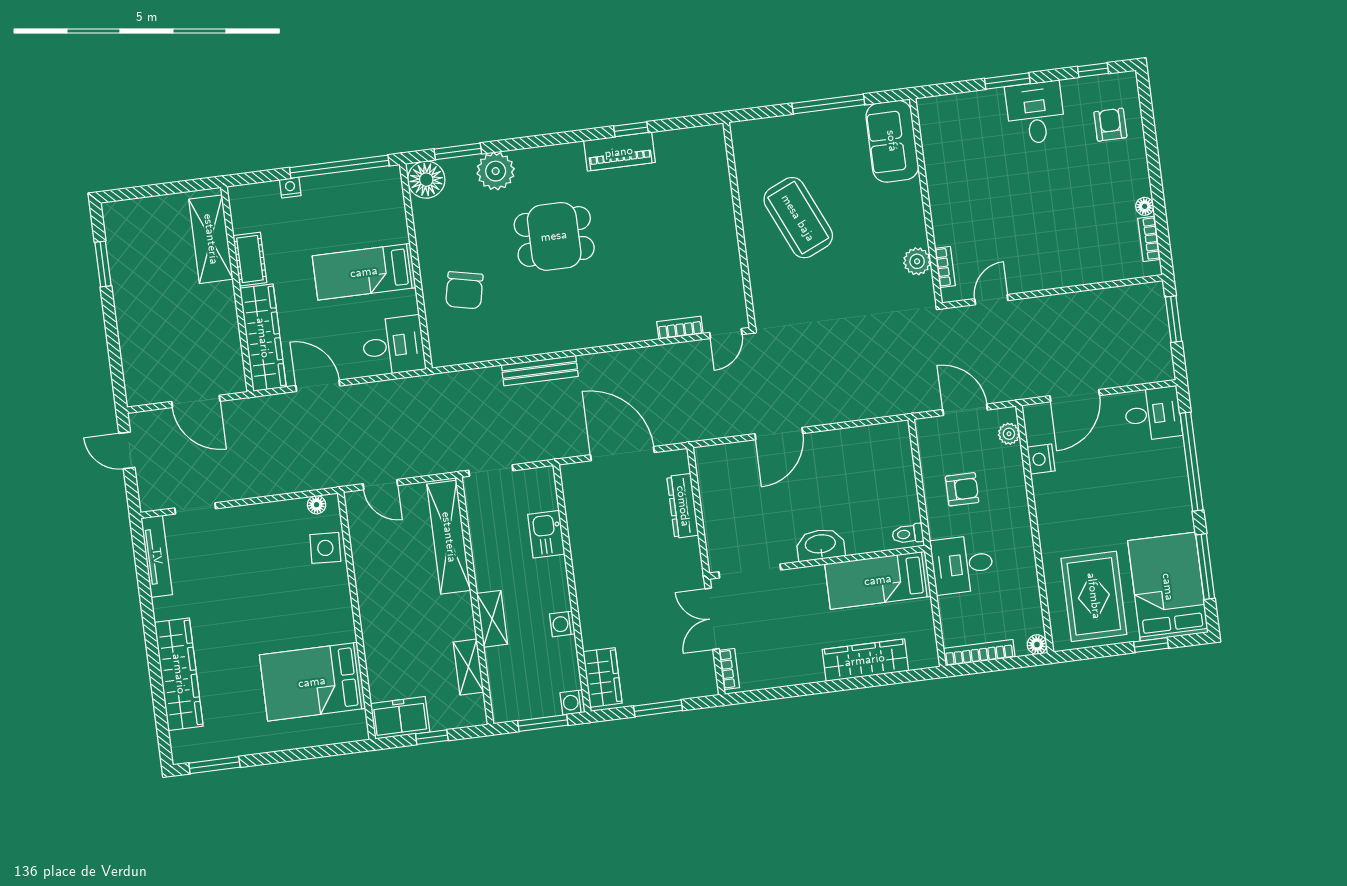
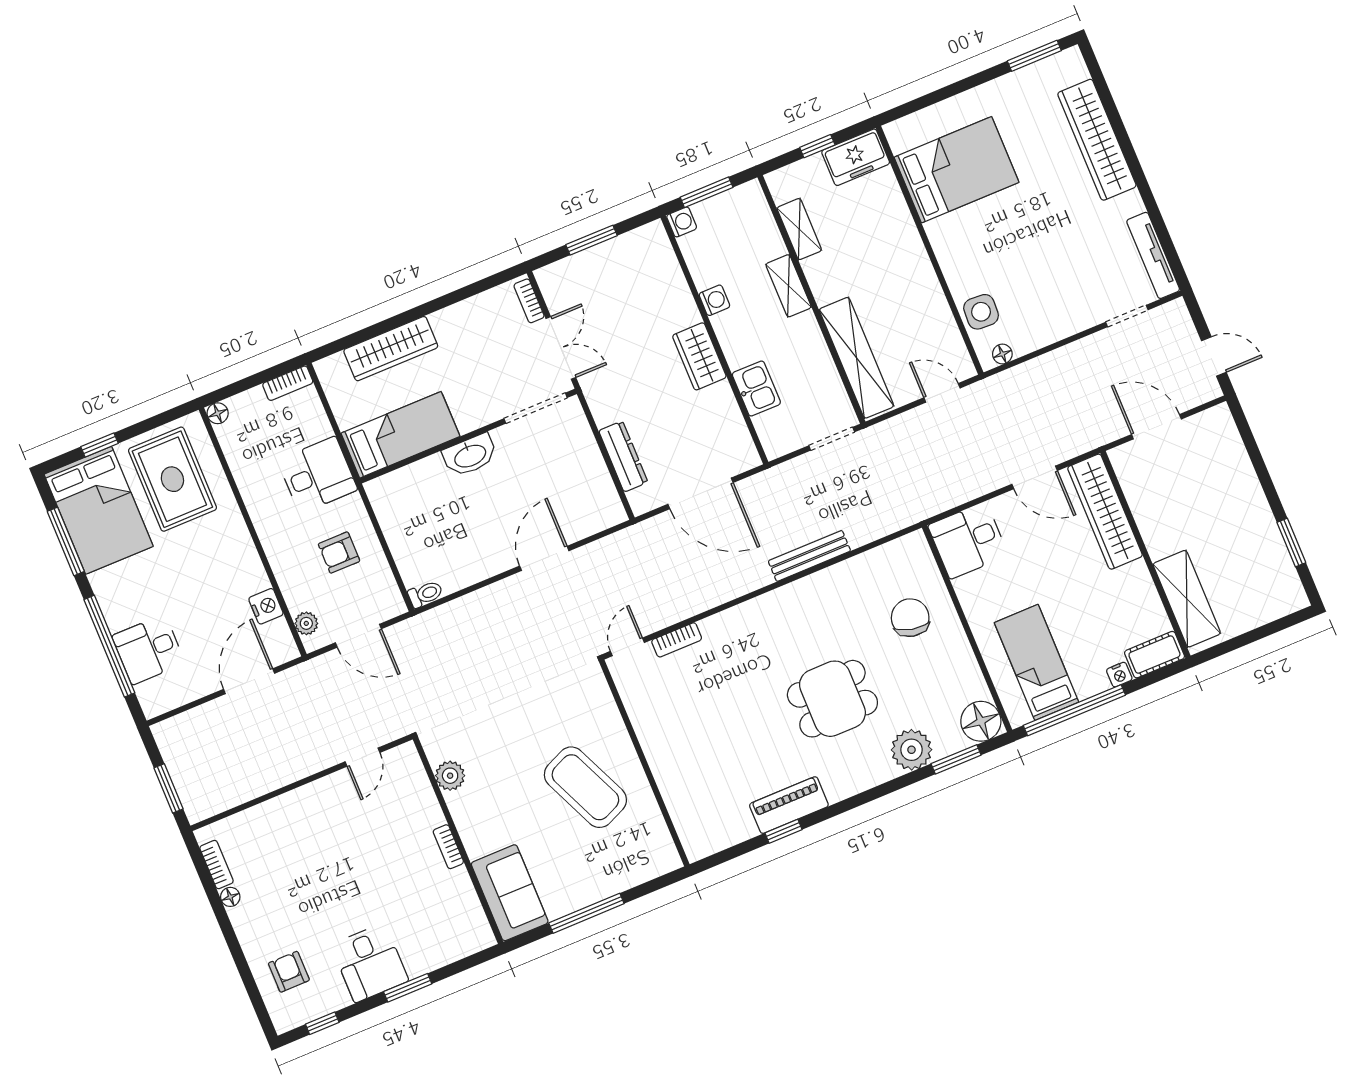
armchair: (1110, 125) -> (289, 972), turned 180
cot: (250, 259) -> (1154, 655), moved, turned 90
bookcase: (945, 267) -> (448, 847), moved
bed: (364, 272) -> (1036, 662), moved, turned -90
desk: (1153, 414) -> (148, 650), moved
toilet: (908, 534) -> (425, 594), moved
bookcase: (979, 653) -> (288, 383), width x0.64
wardrobe: (602, 677) -> (699, 356), moved

